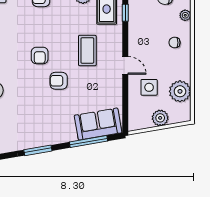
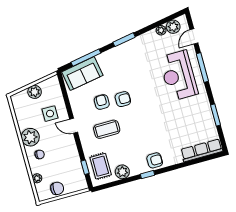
coffee table: (87, 50) -> (107, 129), turned 90
armchair: (40, 55) -> (102, 102), moved
plant: (180, 91) -> (30, 137), moved

